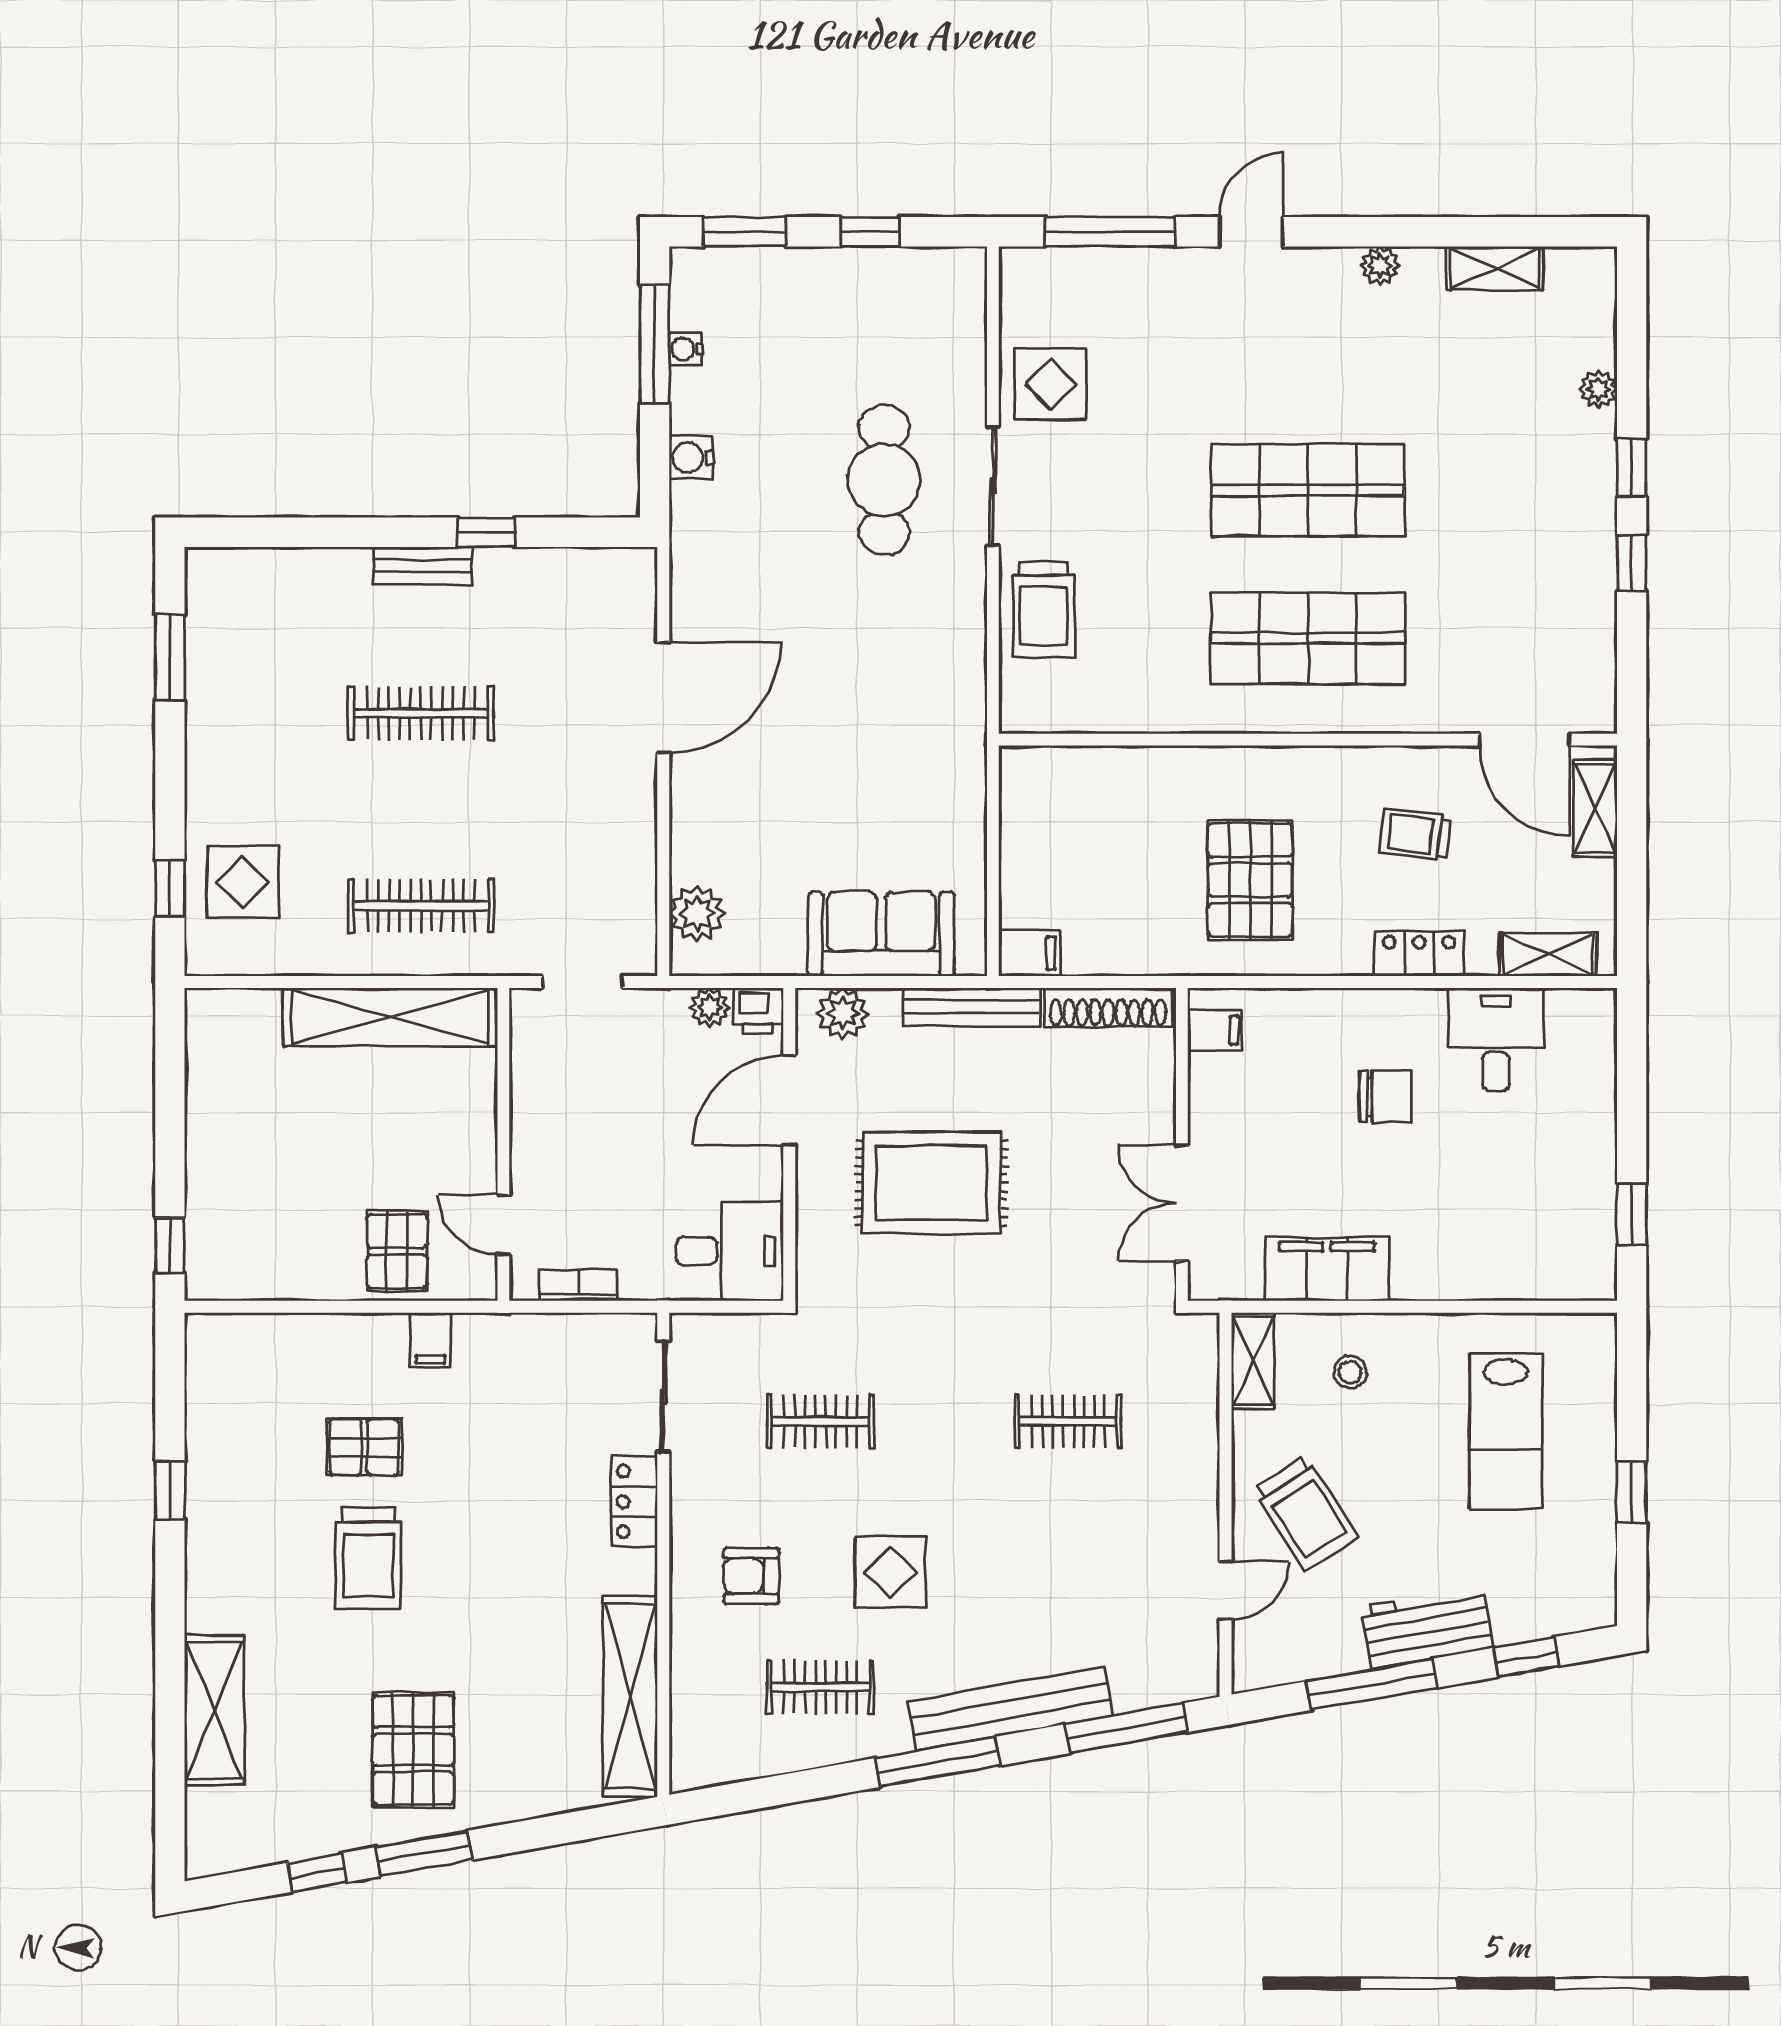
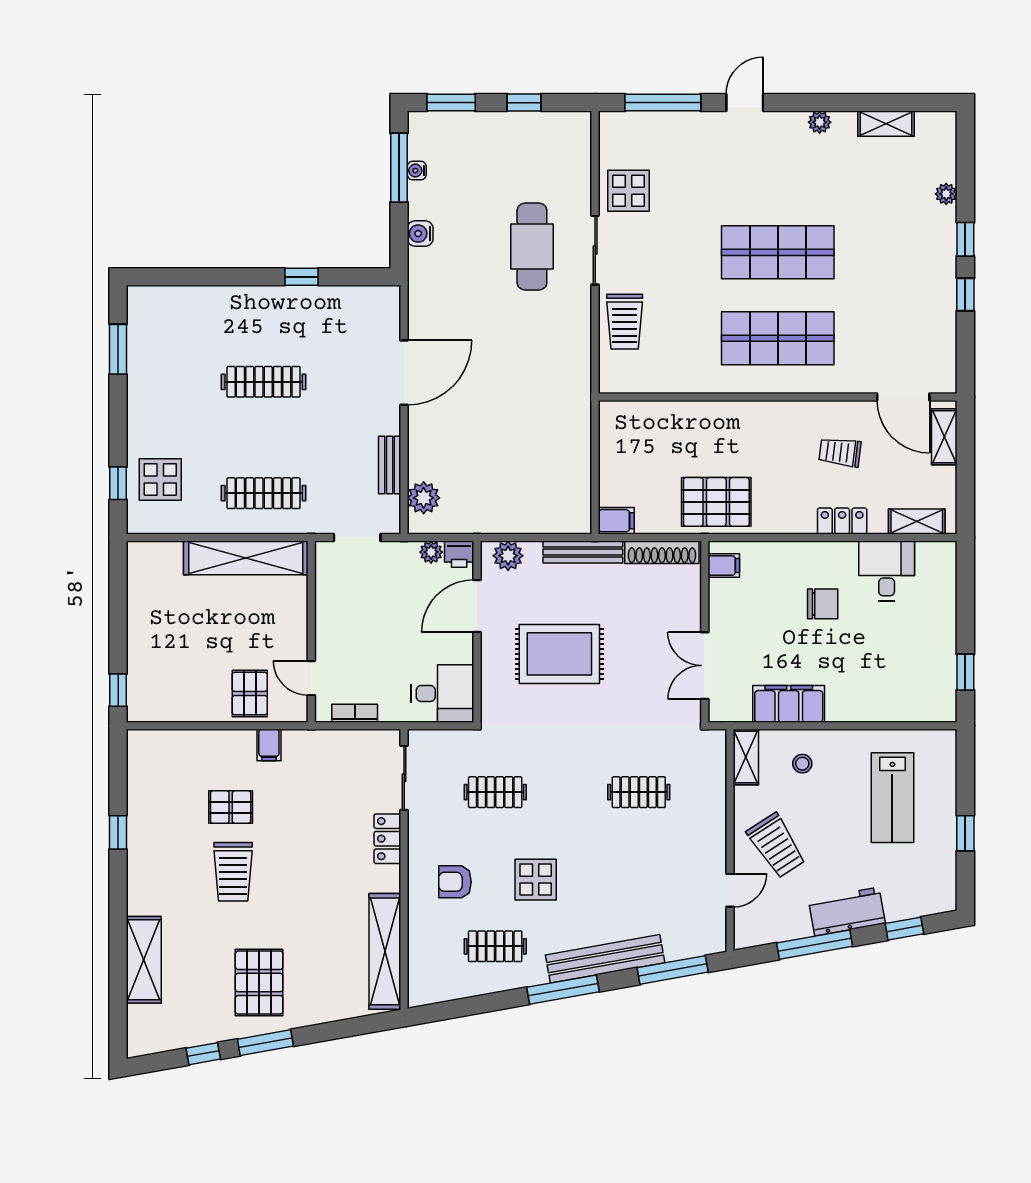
bench: (423, 566) -> (390, 465), moved, turned 90
pallet: (1250, 880) -> (716, 502), moved, turned 90
sofa: (881, 934) -> (530, 510), removed

